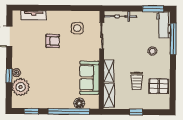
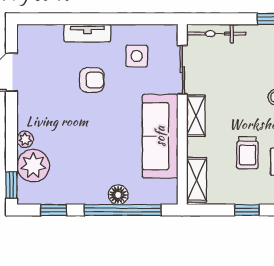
tv unit: (34, 15) -> (87, 33), moved
shelving: (109, 71) -> (196, 116), moved
window: (9, 76) -> (12, 185), moved
sofa: (89, 78) -> (160, 136), width x1.36
floor lamp: (79, 103) -> (118, 195), moved

